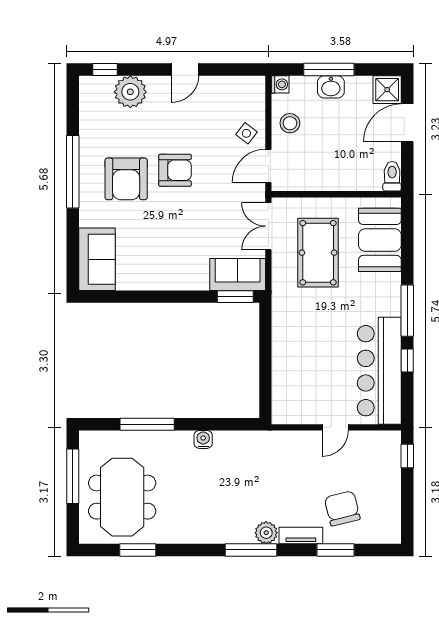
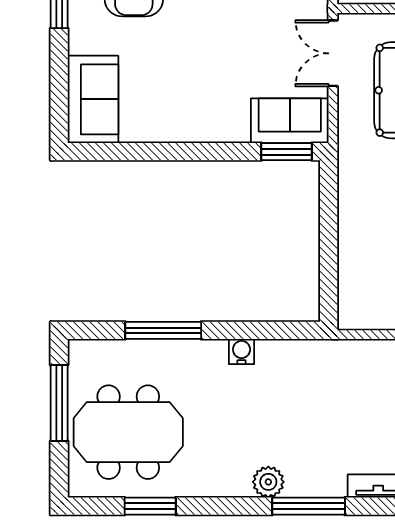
meeting table: (122, 497) -> (128, 432), turned 90
plant: (266, 533) -> (268, 482), moved

